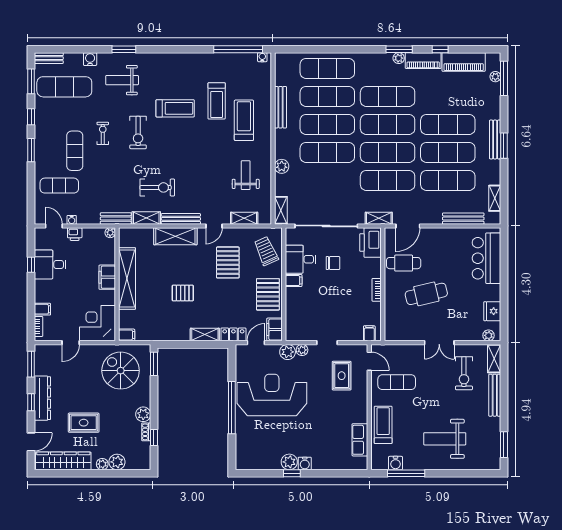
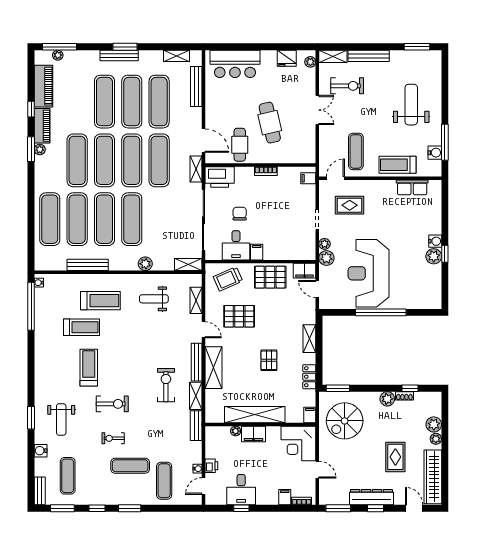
exercise mat: (64, 87) -> (68, 476), width x0.73, depth x0.69
treadmill: (244, 120) -> (100, 301), turned 180
plant: (110, 233) -> (236, 431), moved
locker: (233, 334) -> (309, 377), moved
weight bench: (445, 439) -> (411, 105), turned 180

